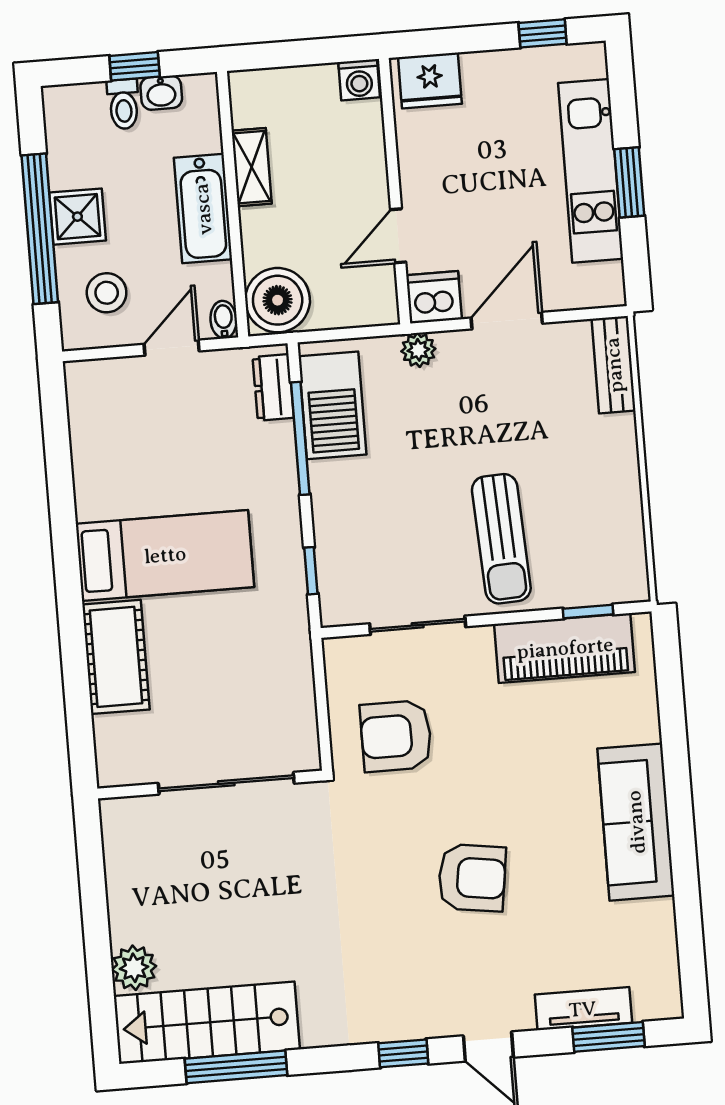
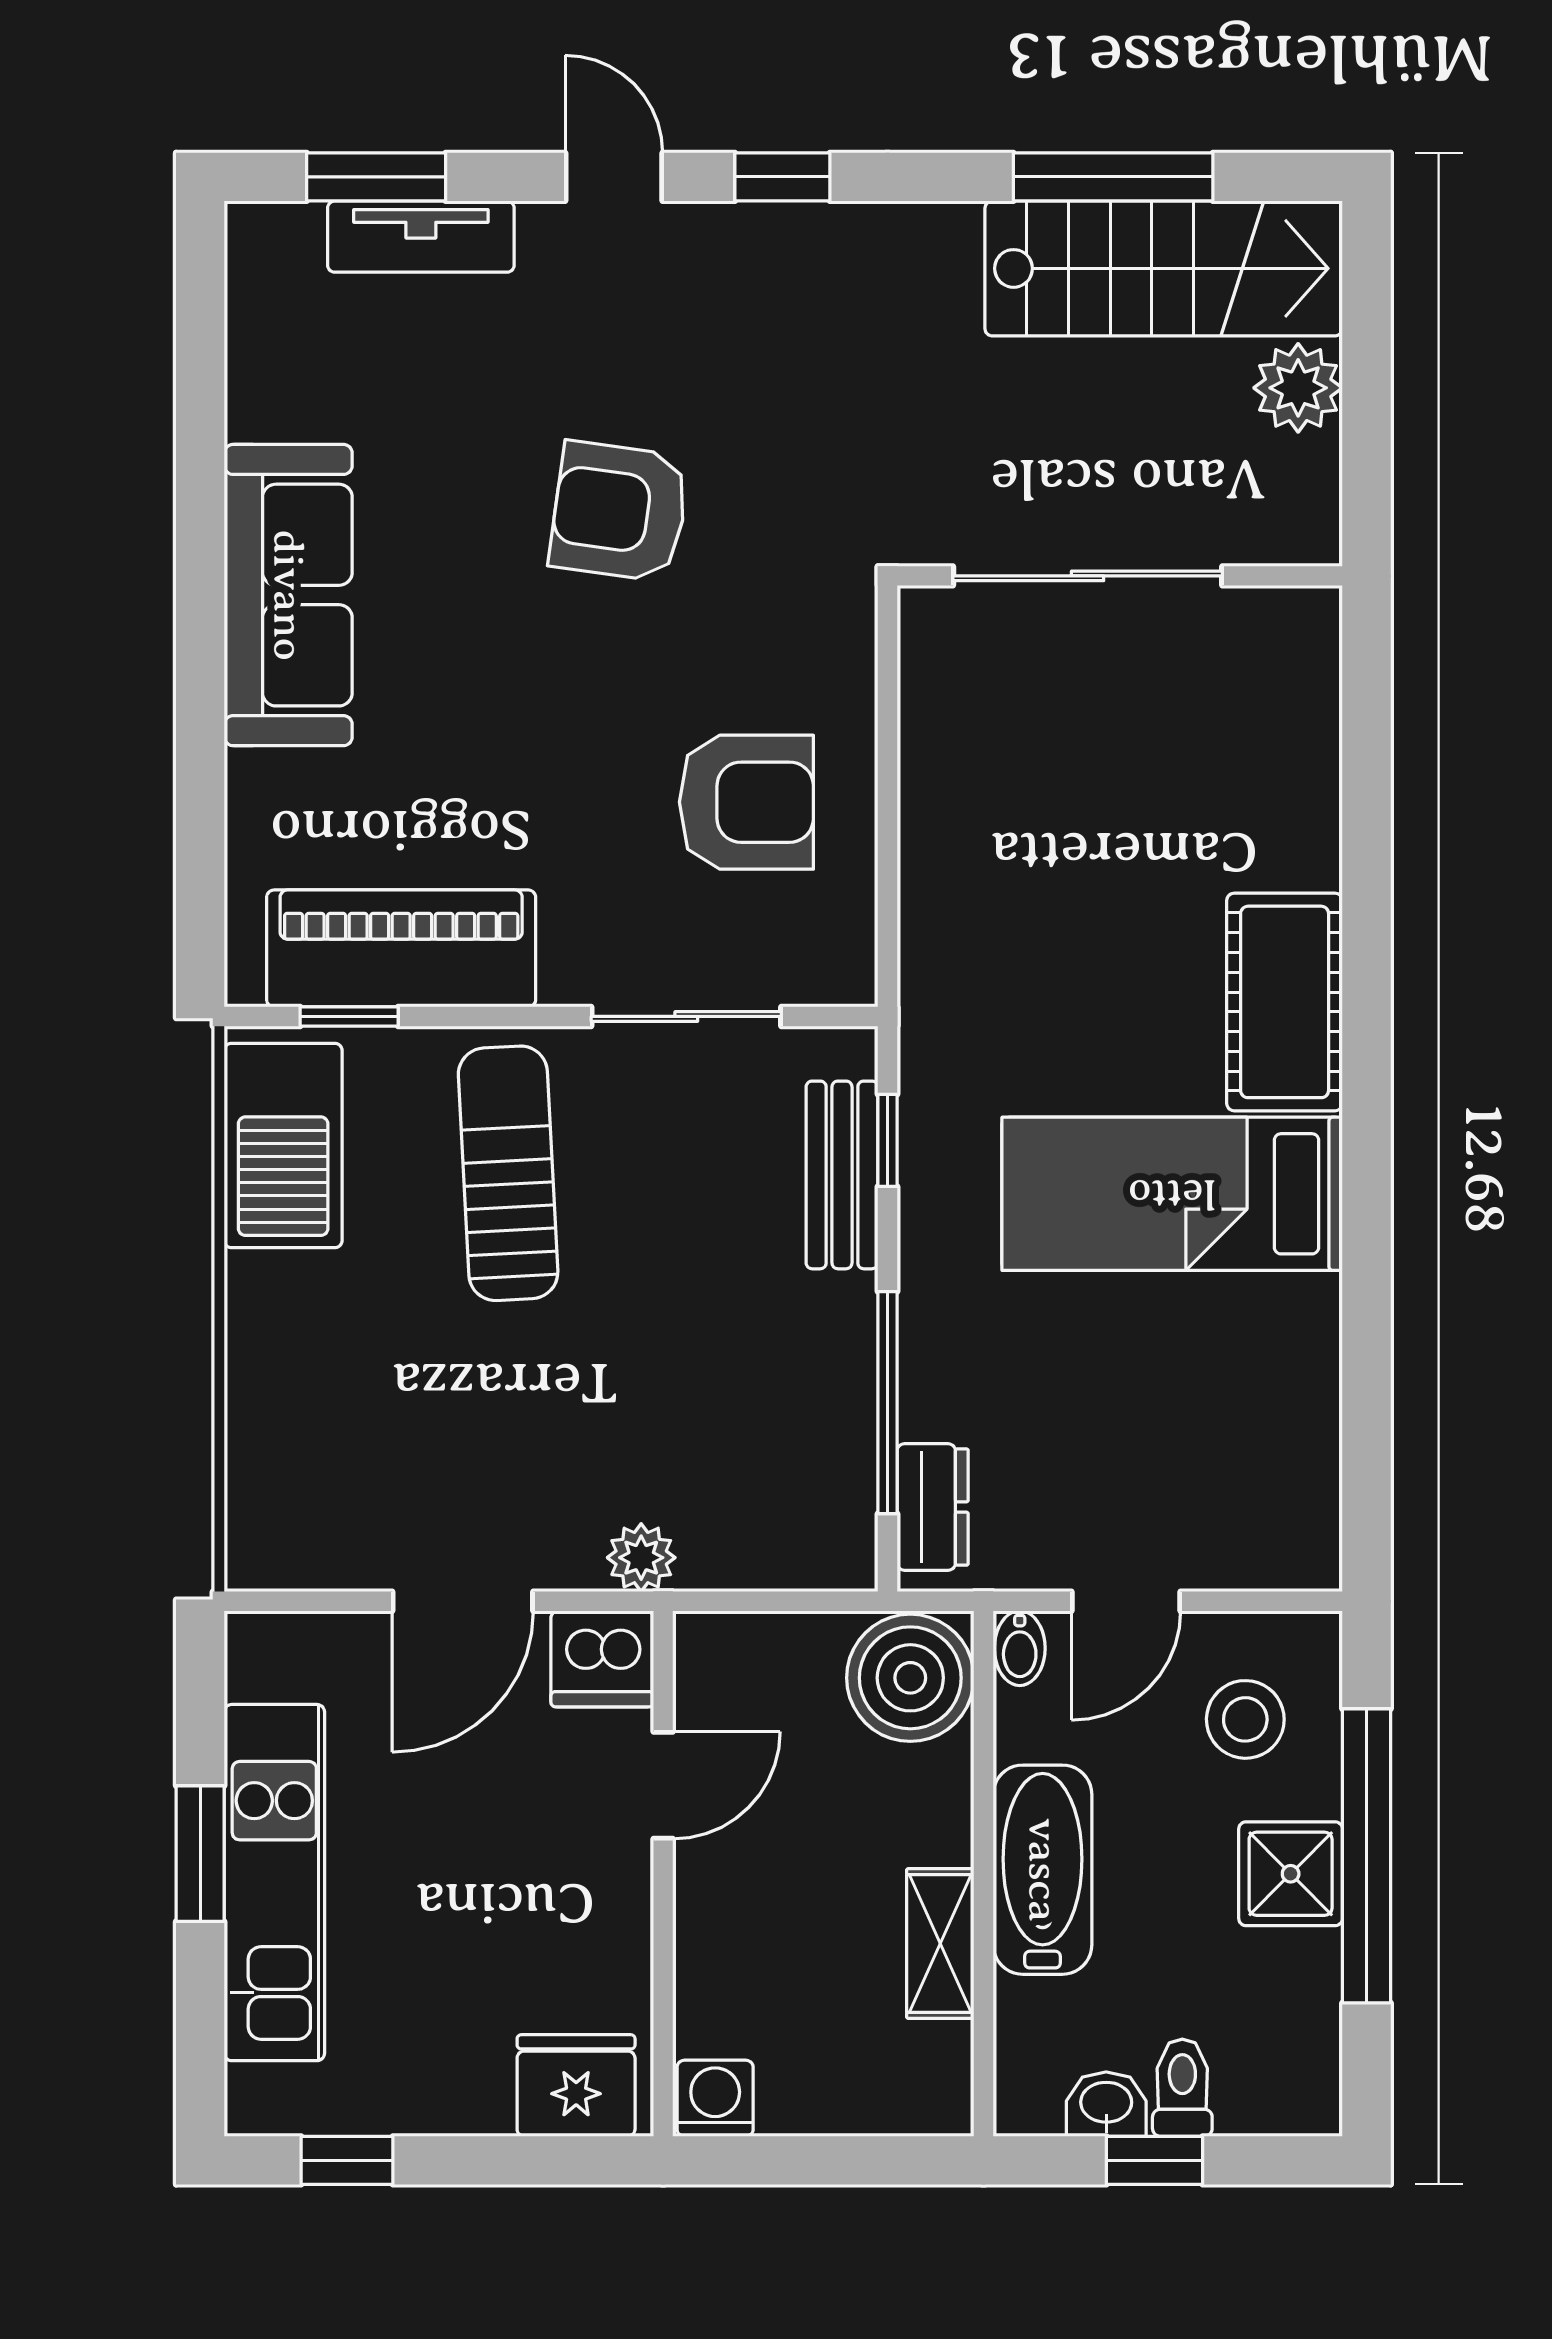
bench: (614, 365) -> (842, 1175), moved
barbecue: (333, 405) -> (283, 1145), moved, turned 180
sliding door: (226, 783) -> (1088, 576), moved
wall: (210, 785) -> (1120, 576), moved

